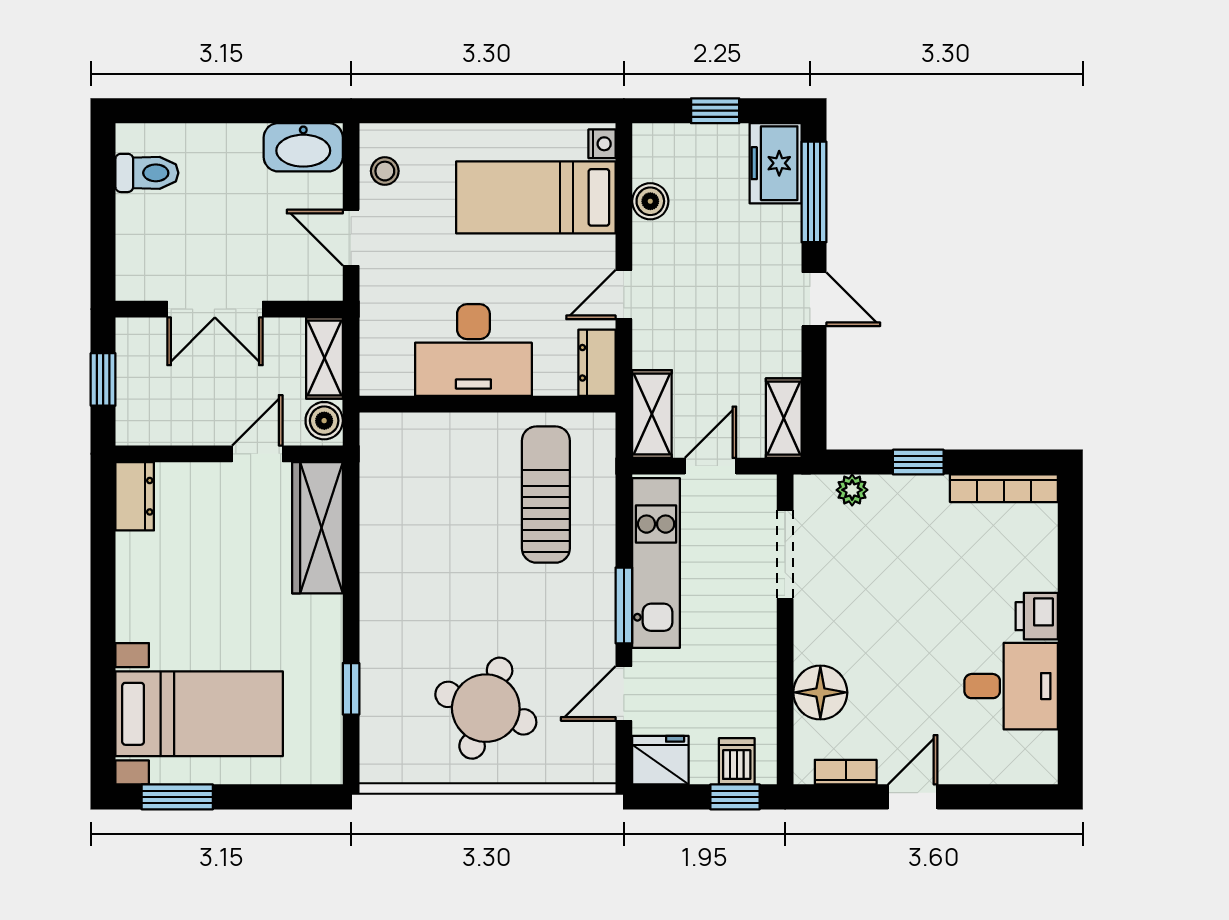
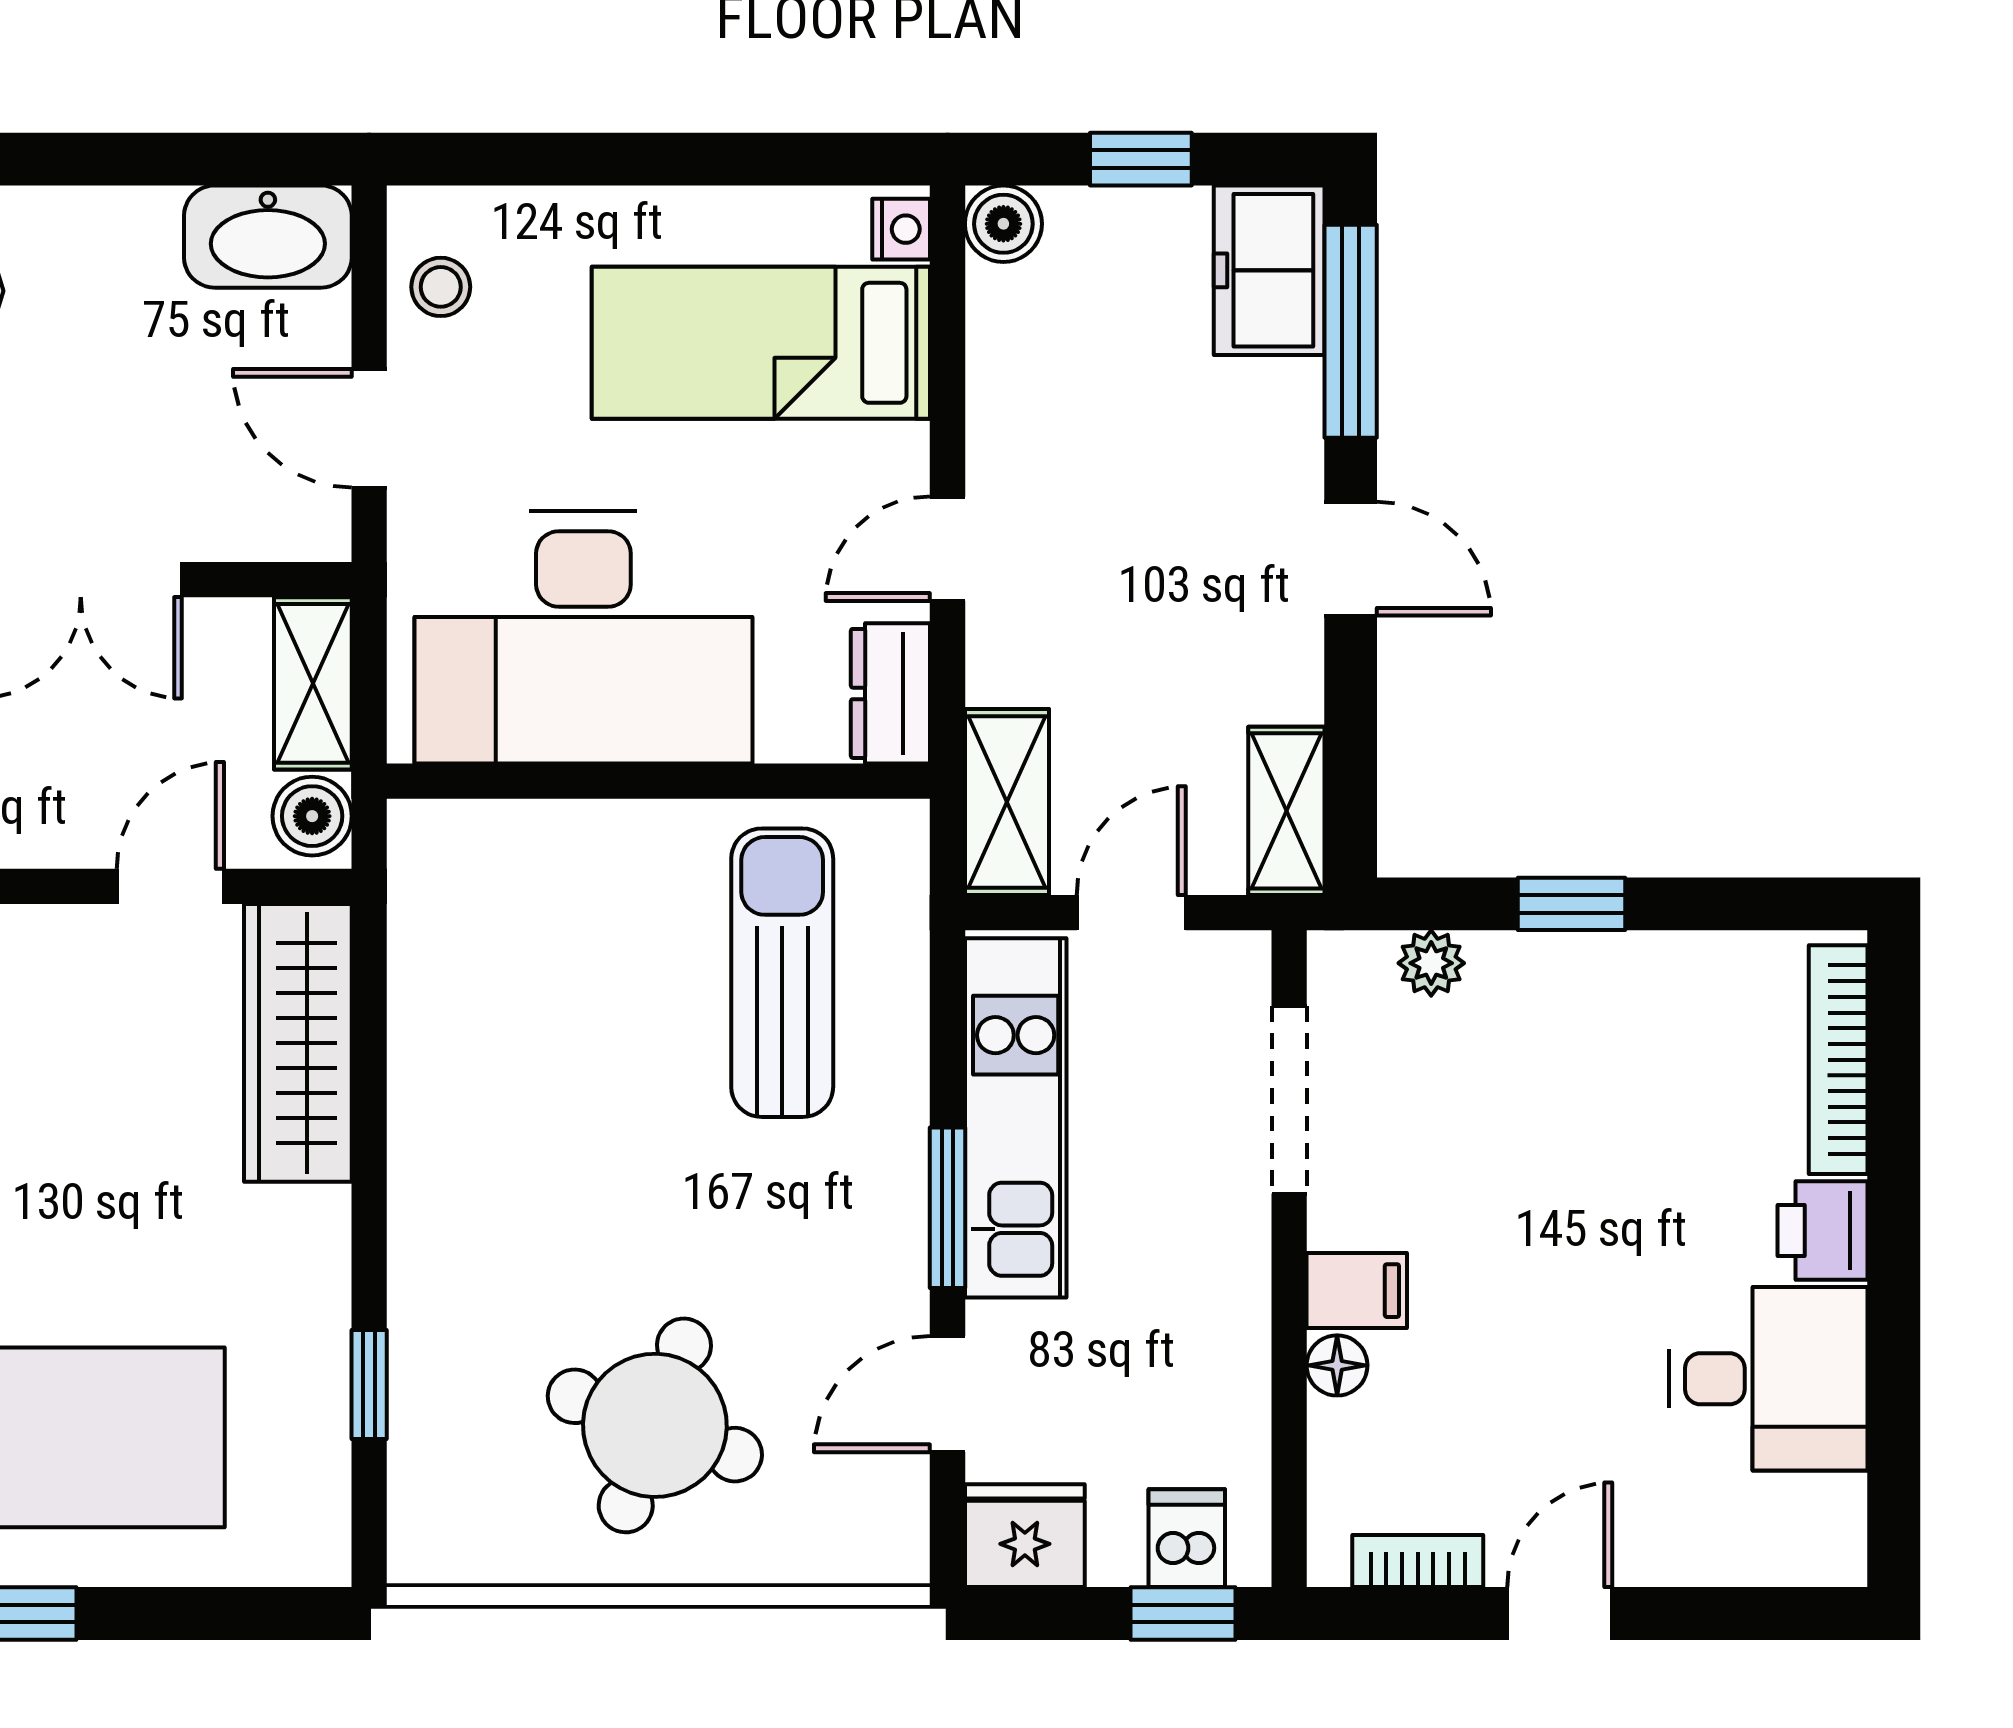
boiler: (650, 201) -> (1003, 224), moved
desk: (473, 350) -> (583, 637), width x1.36, depth x1.30
bookcase: (1004, 488) -> (1838, 1060), moved, turned 90
filing cabinet: (817, 644) -> (1357, 1291), added
floor lamp: (820, 692) -> (1337, 1365), width x0.53, depth x0.53

